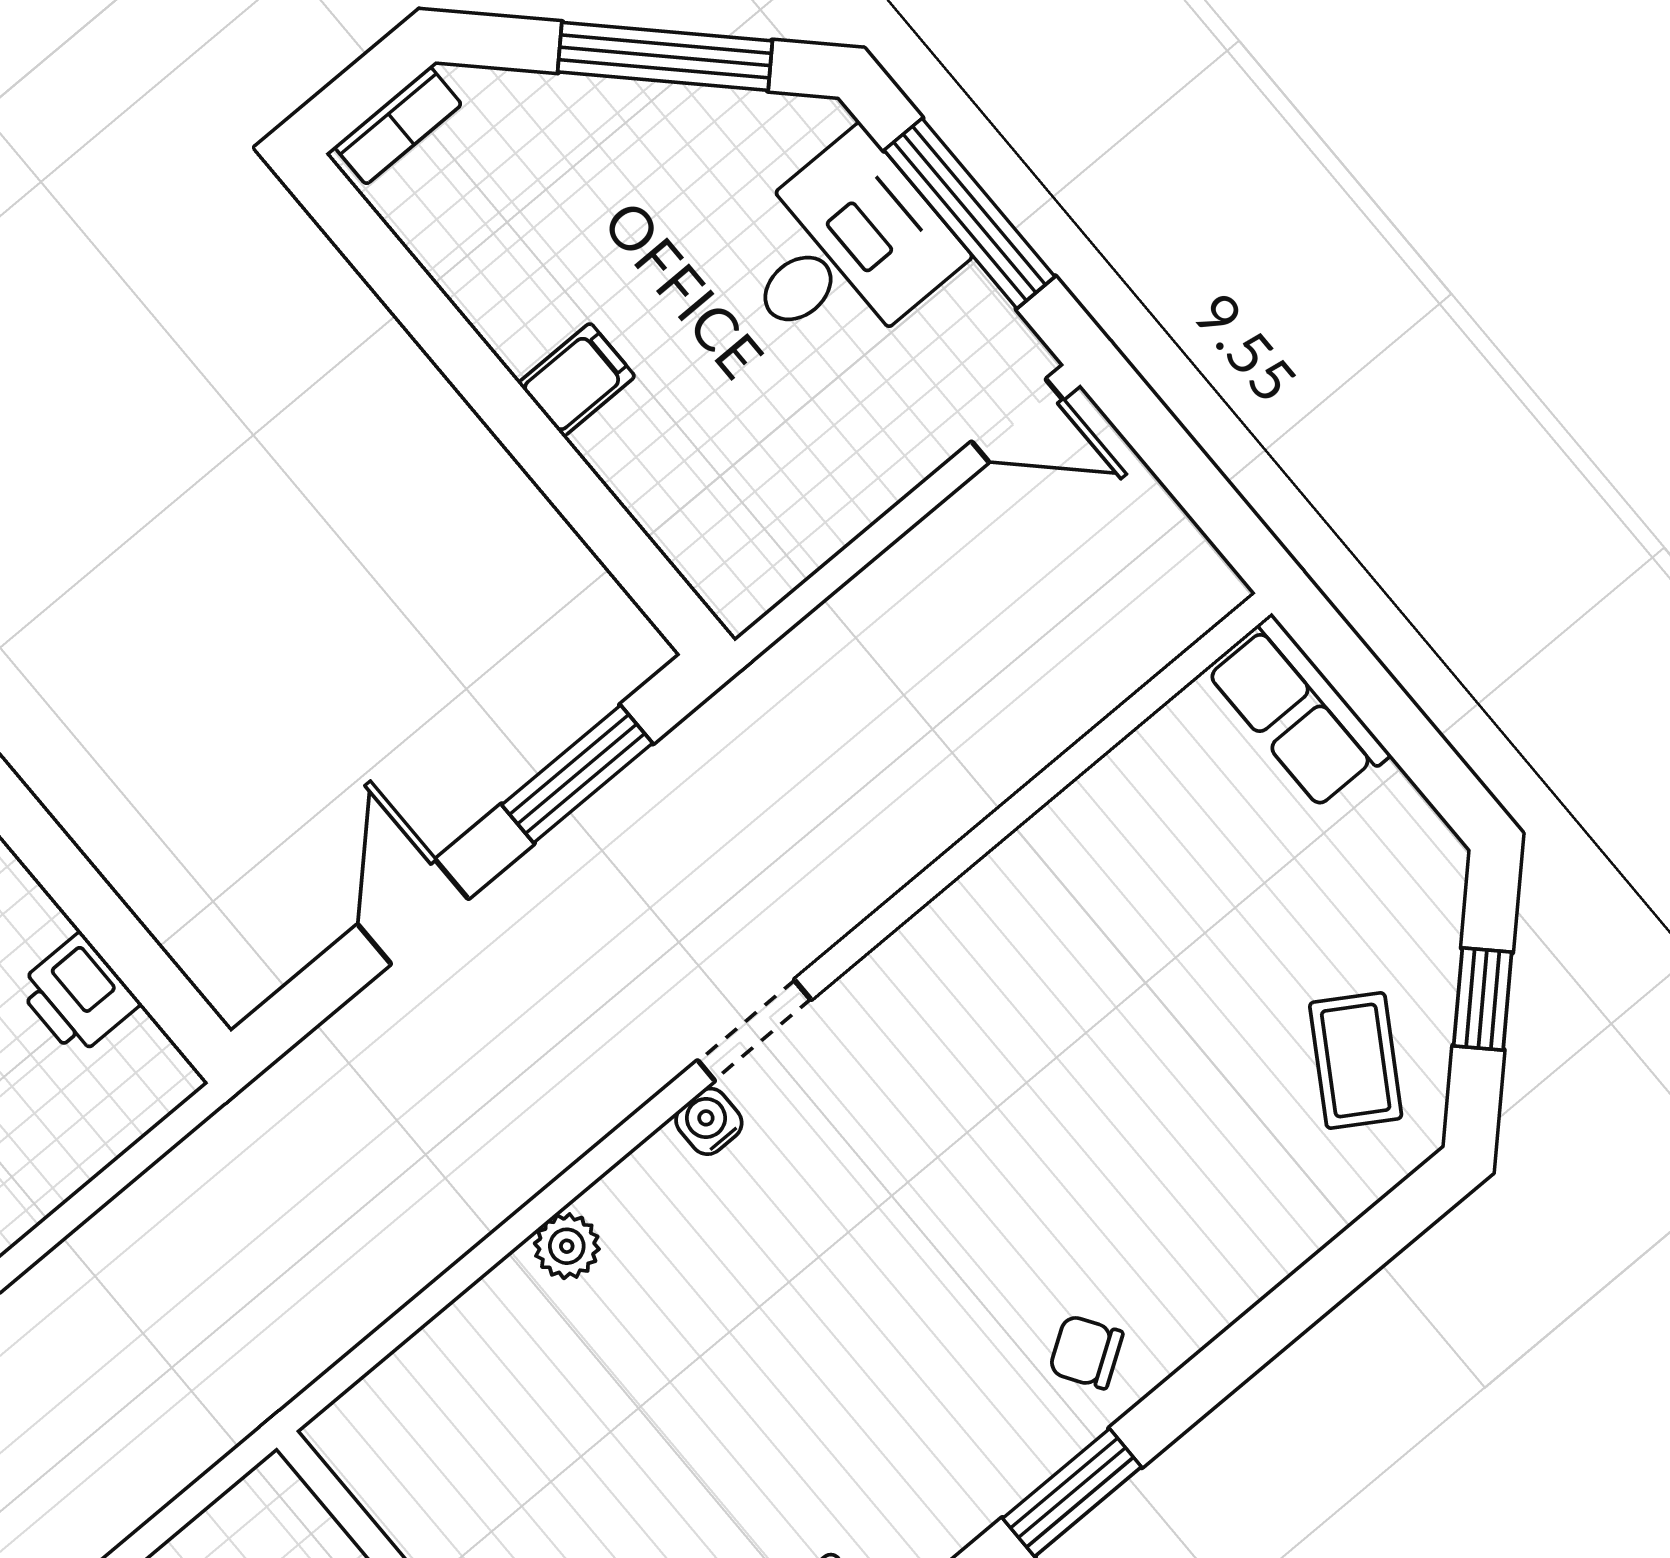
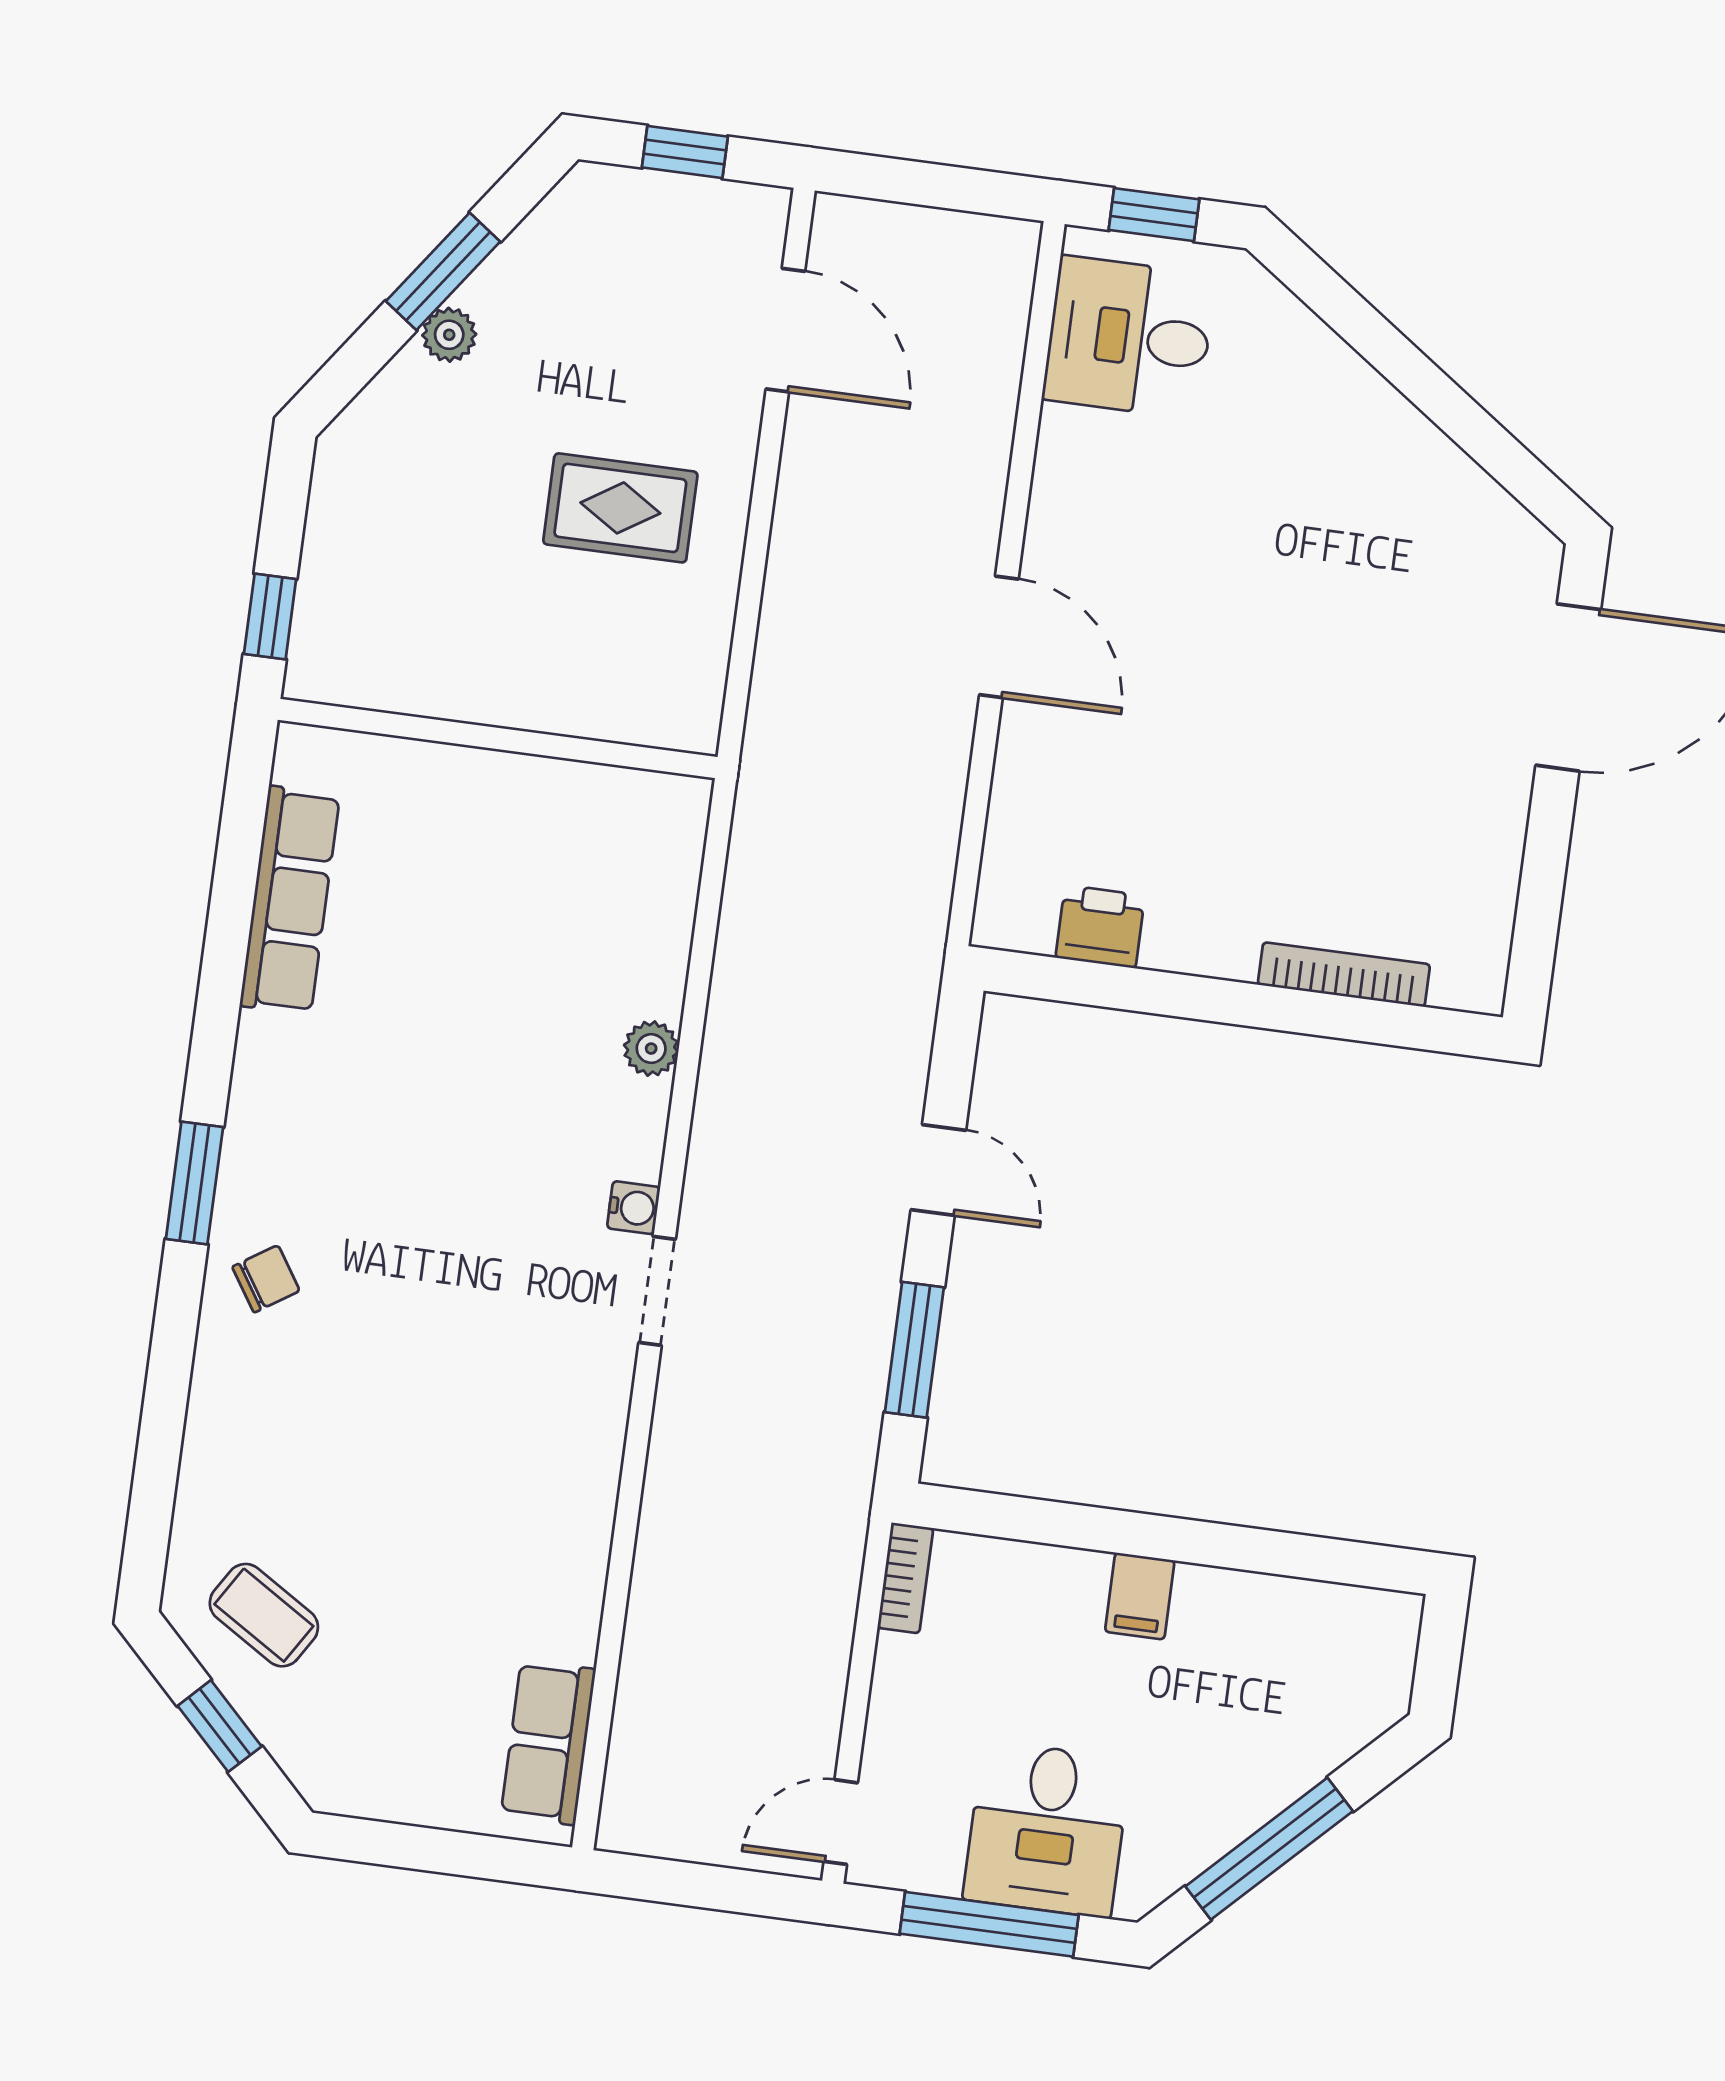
bookcase: (398, 125) -> (905, 1578), moved, turned 180
row of seats: (1298, 712) -> (548, 1742), moved, turned -90

